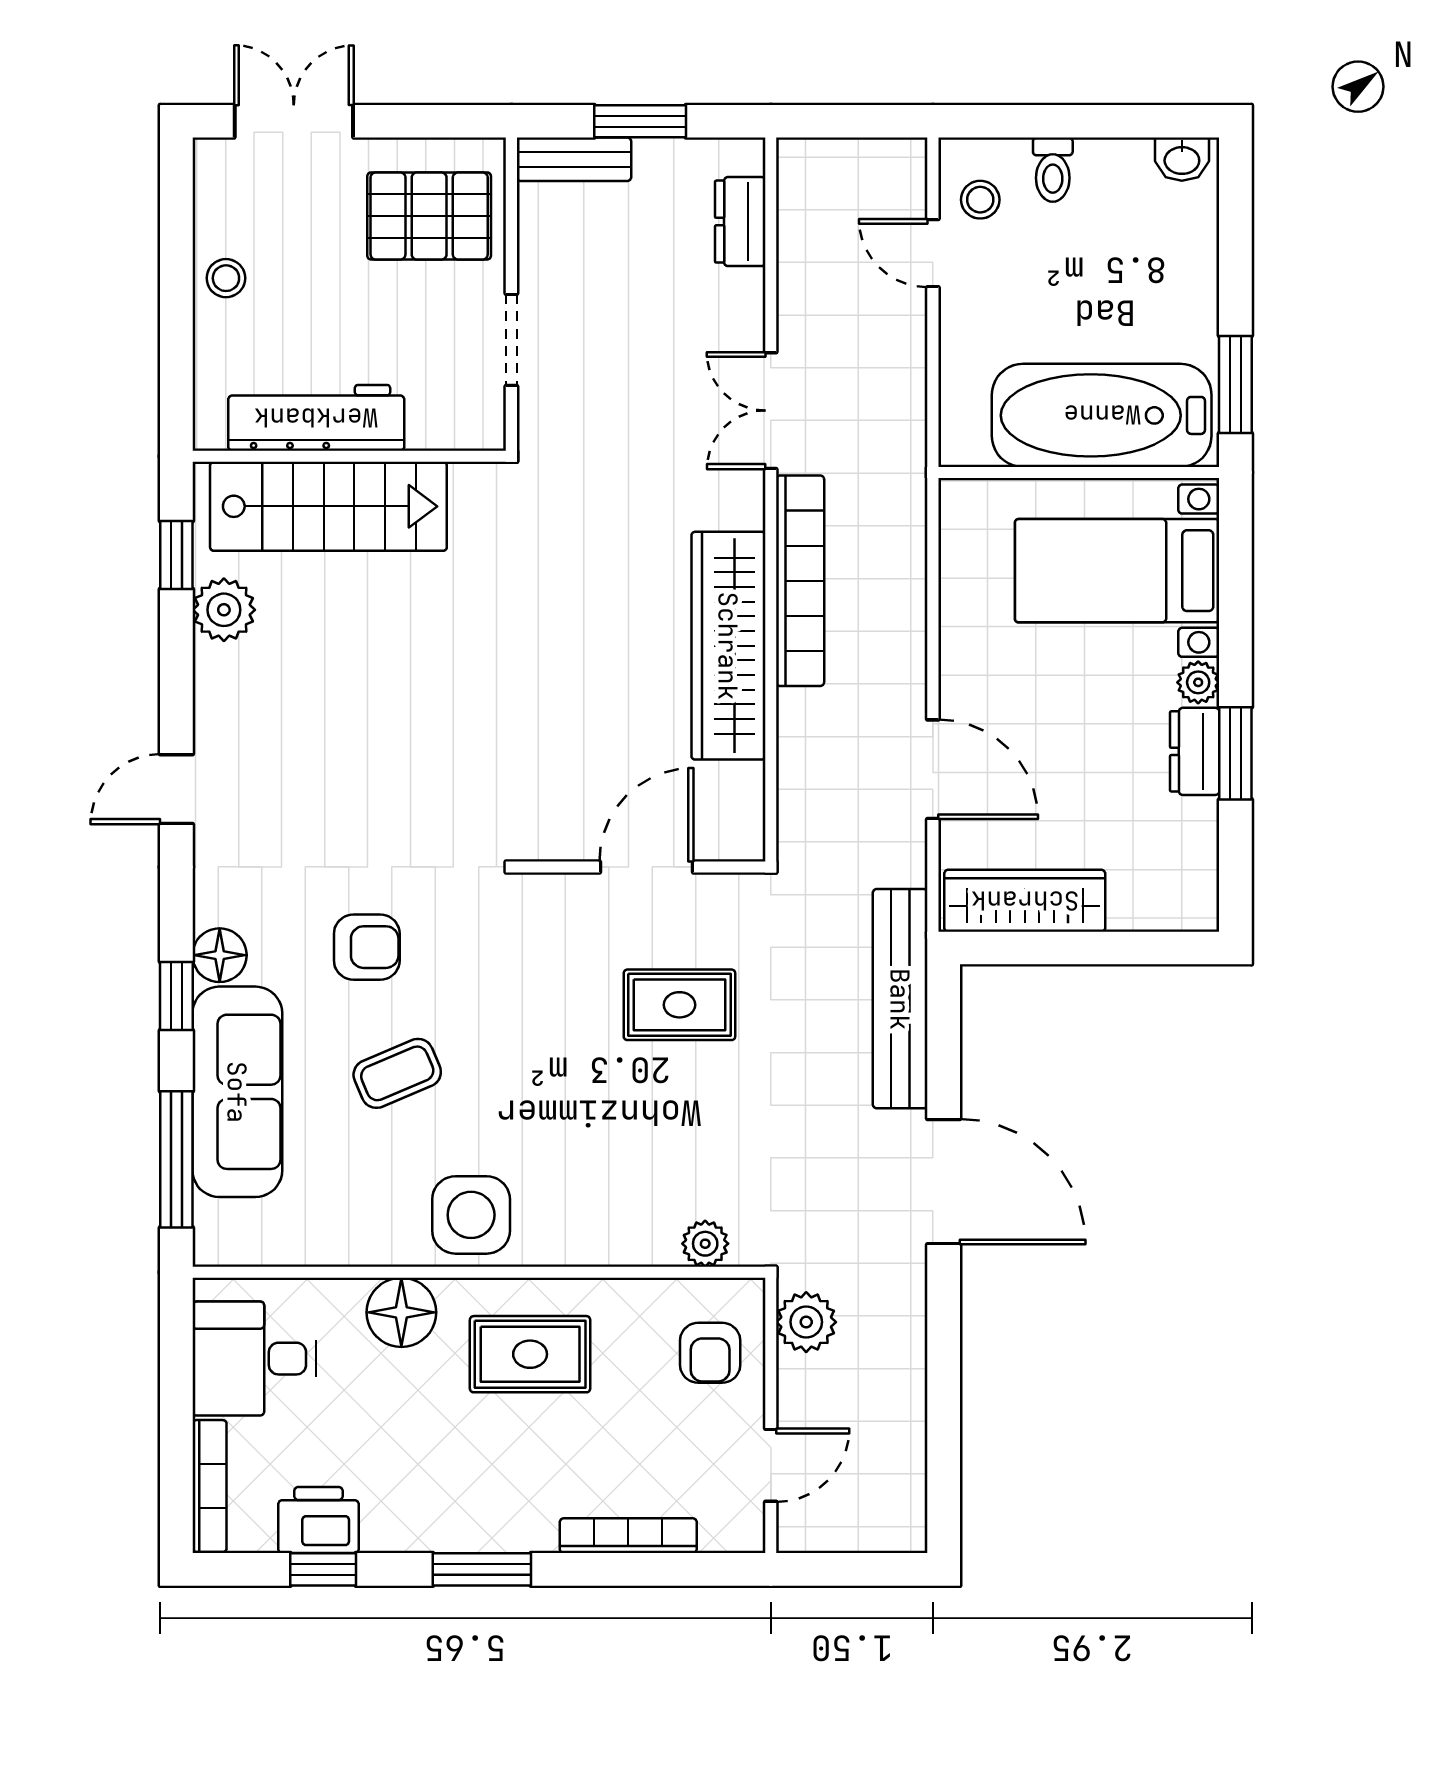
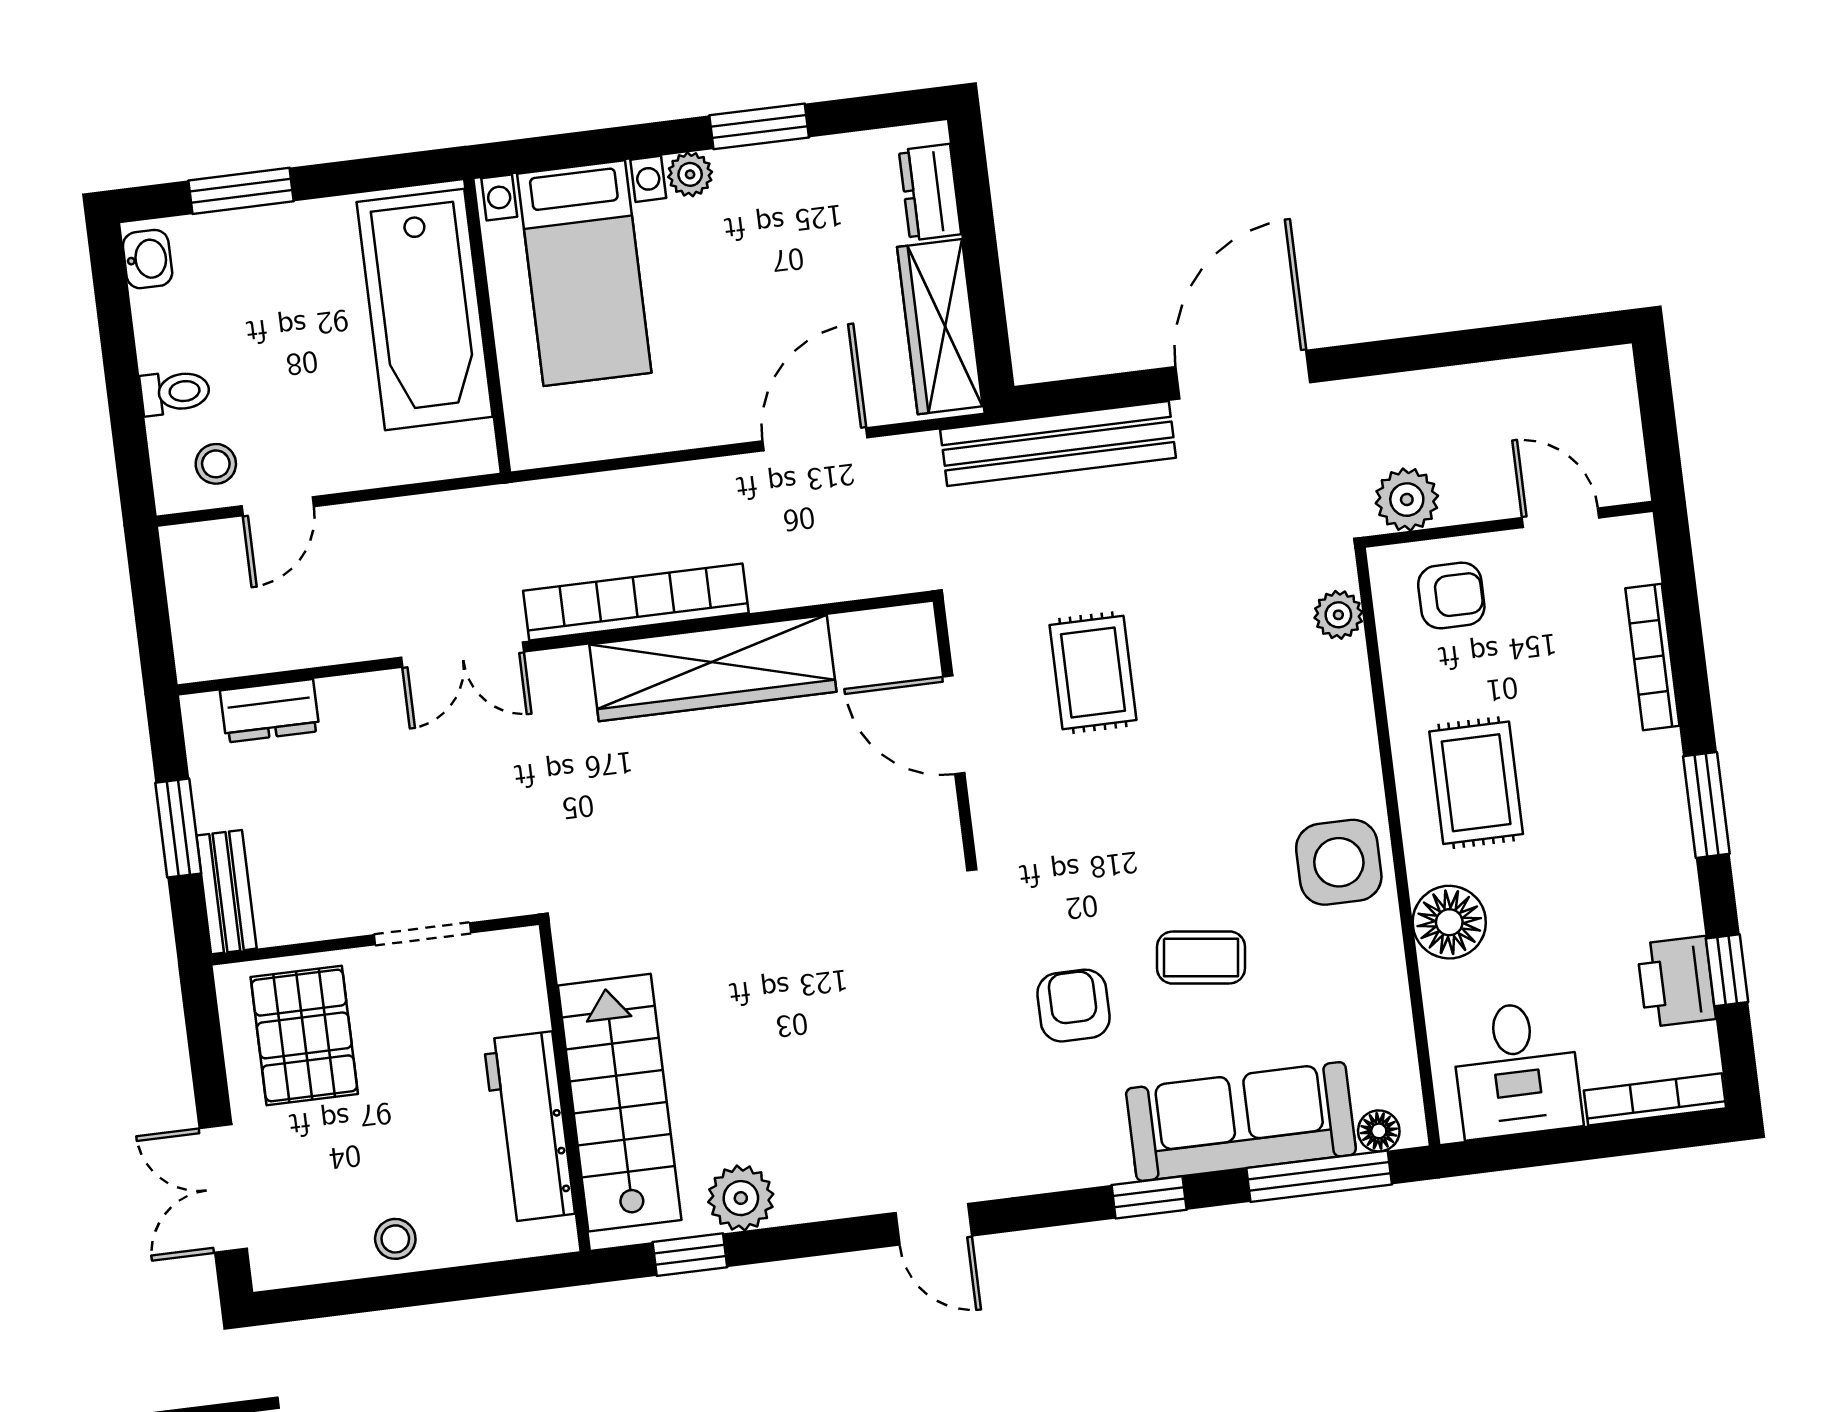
window: (1235, 384) -> (241, 191), moved
dresser: (1195, 751) -> (930, 192), moved, turned 90
floor lamp: (220, 955) -> (1379, 1131), moved, width x0.73, depth x0.73
coffee table: (397, 1073) -> (1201, 958), turned -60

